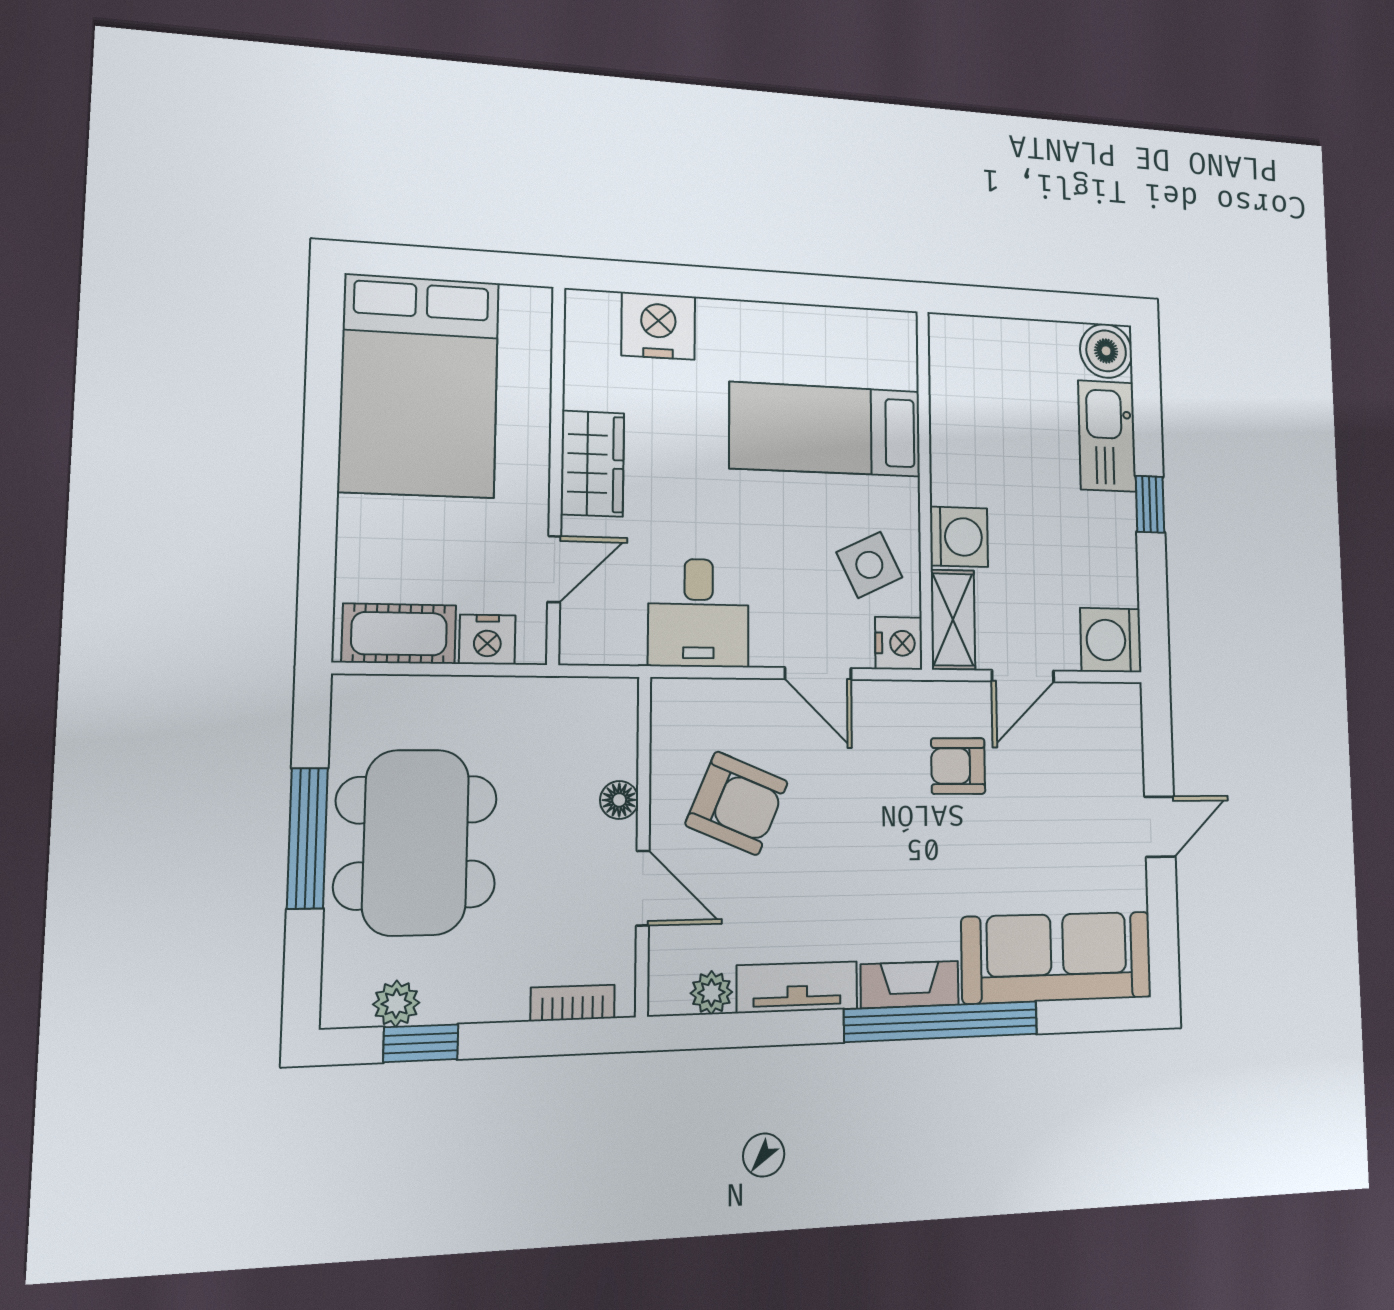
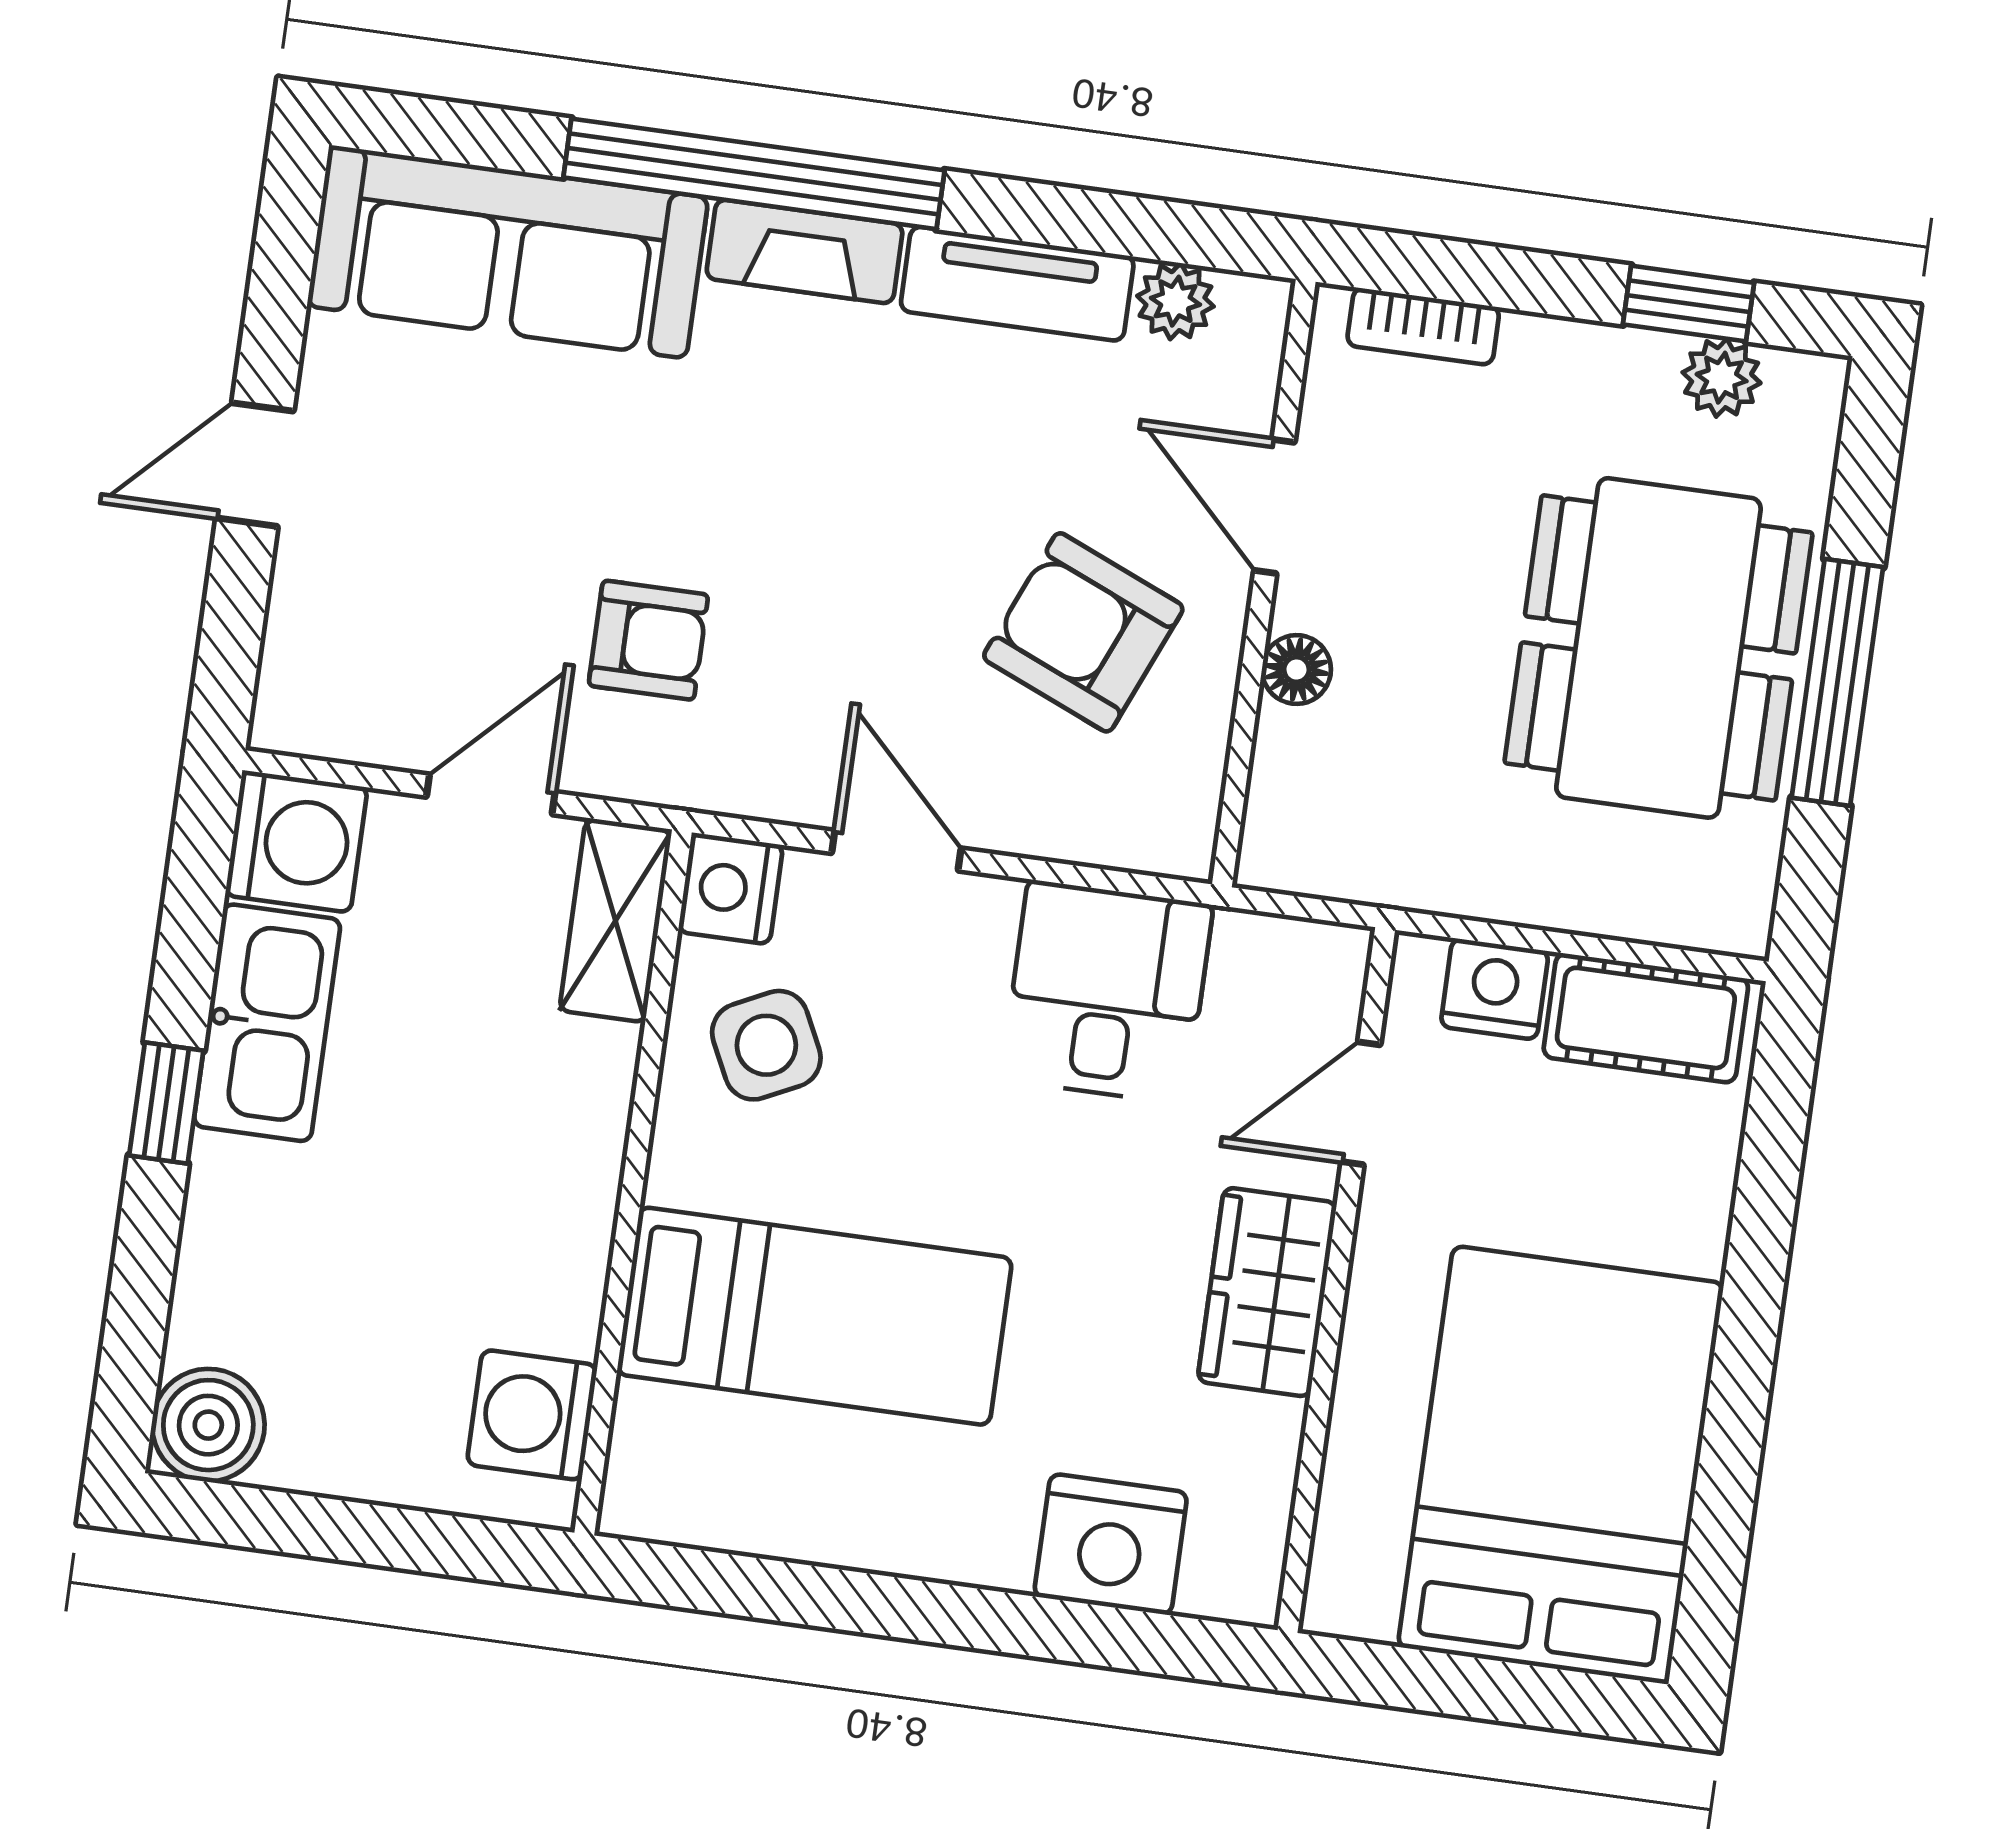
kitchen sink: (1107, 436) -> (267, 1023), moved
washing machine: (959, 537) -> (532, 1415), moved

